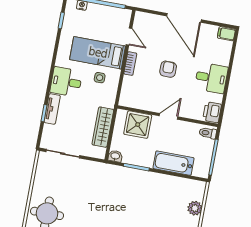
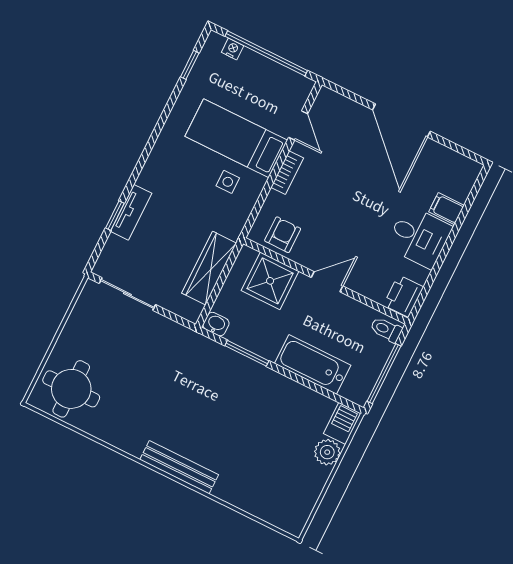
filing cabinet: (226, 34) -> (446, 209), moved
armchair: (168, 69) -> (283, 235), moved
desk: (66, 82) -> (168, 173), removed
barbecue: (199, 190) -> (342, 423), added

